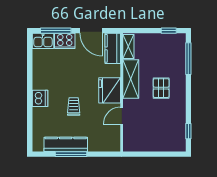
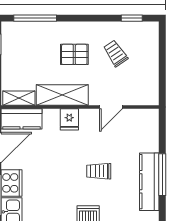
fridge: (110, 90) -> (69, 119), width x0.53, depth x0.75
door: (122, 116) -> (111, 107), hinge flipped
trolley: (162, 119) -> (116, 53), added

